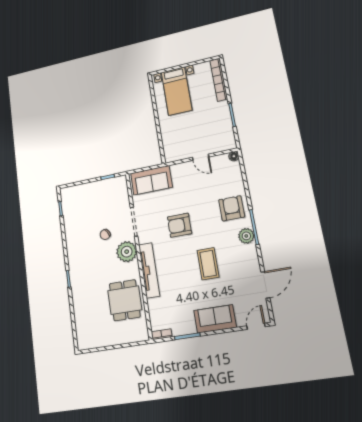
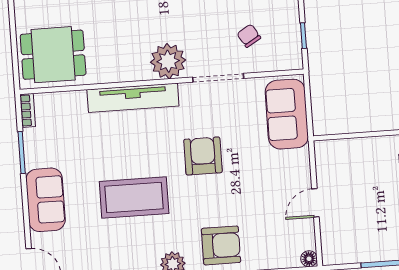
chair: (105, 234) -> (249, 36), moved
coffee table: (208, 264) -> (134, 198), width x1.36, depth x1.32
dining table: (125, 300) -> (53, 55), moved

